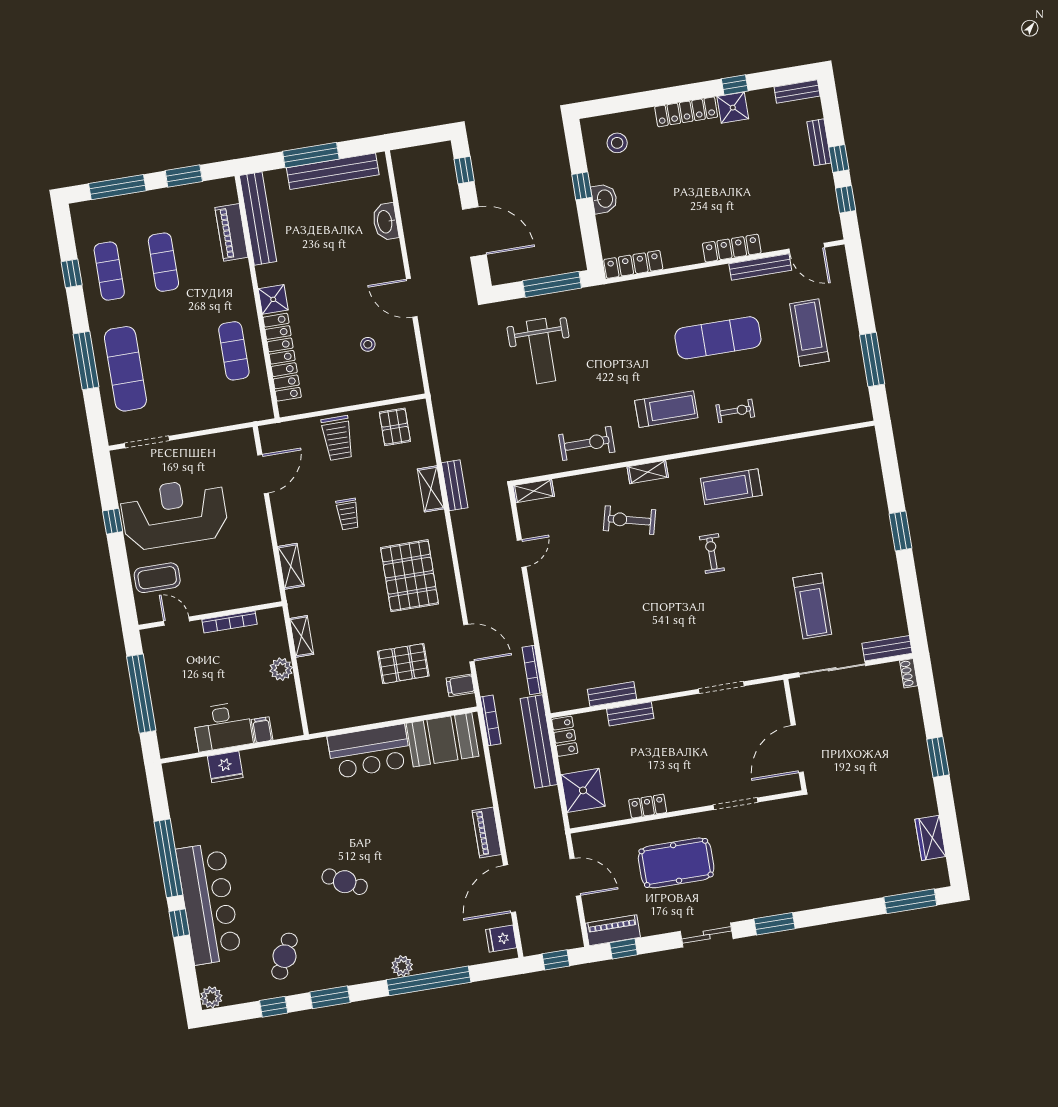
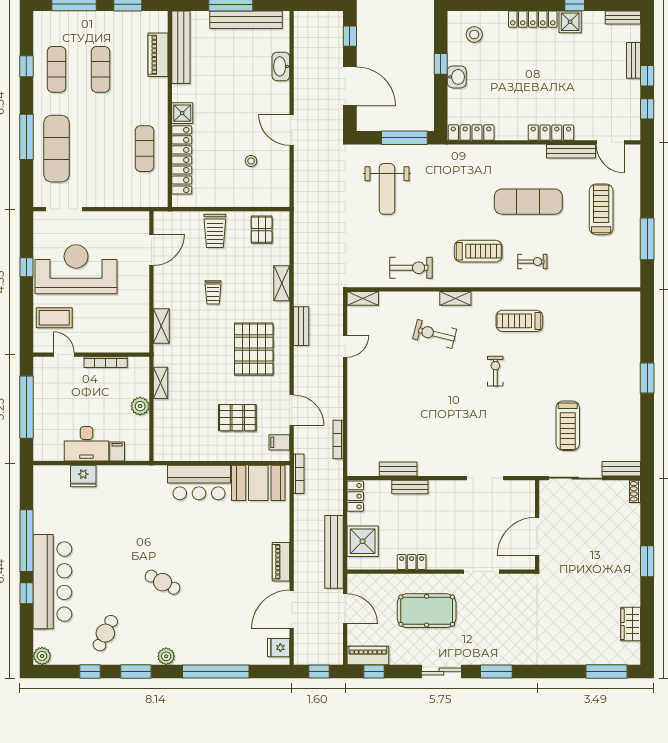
bench: (455, 485) -> (301, 326), moved
bench: (539, 741) -> (334, 552), moved
plant: (402, 966) -> (166, 656), moved

